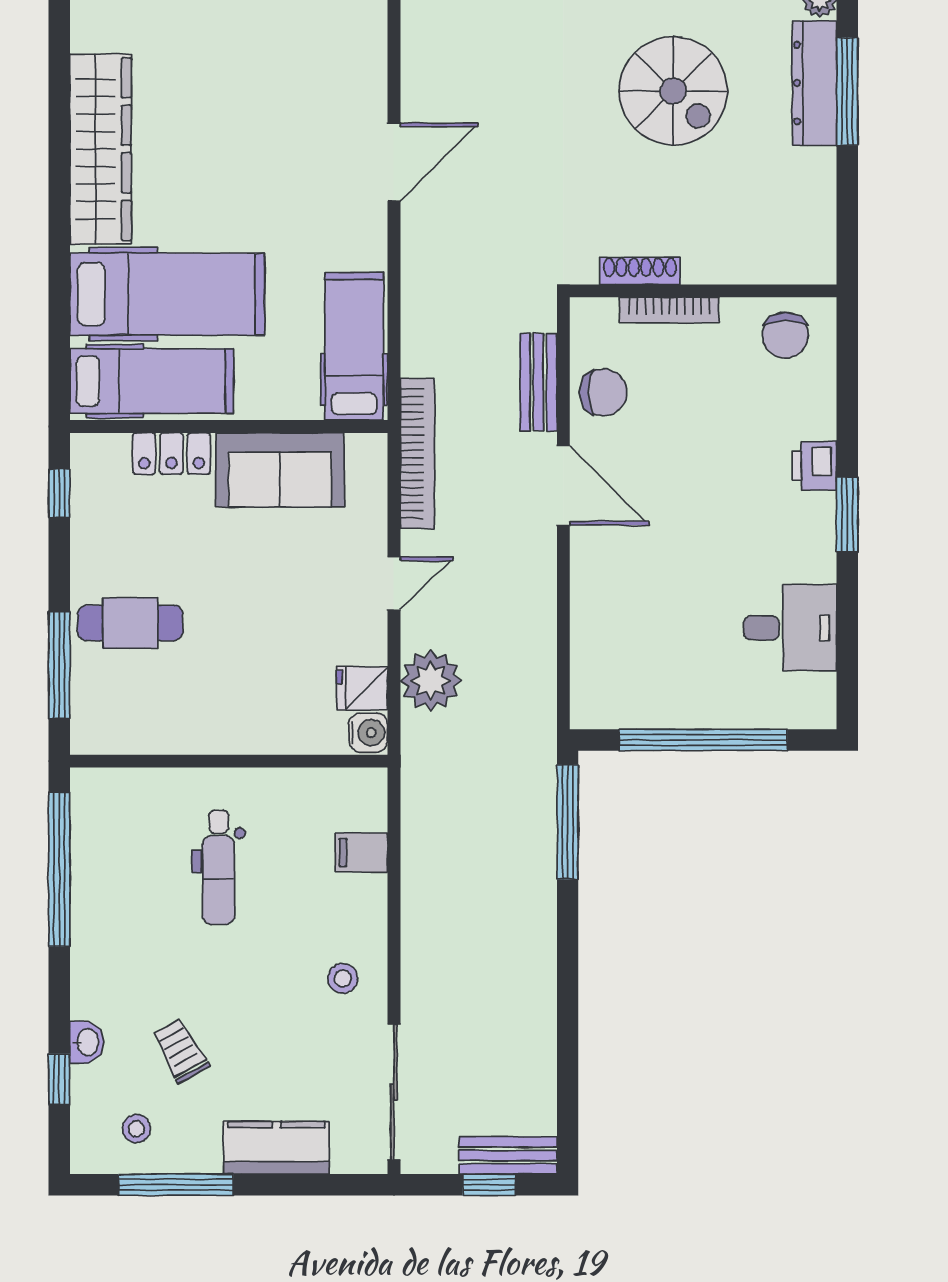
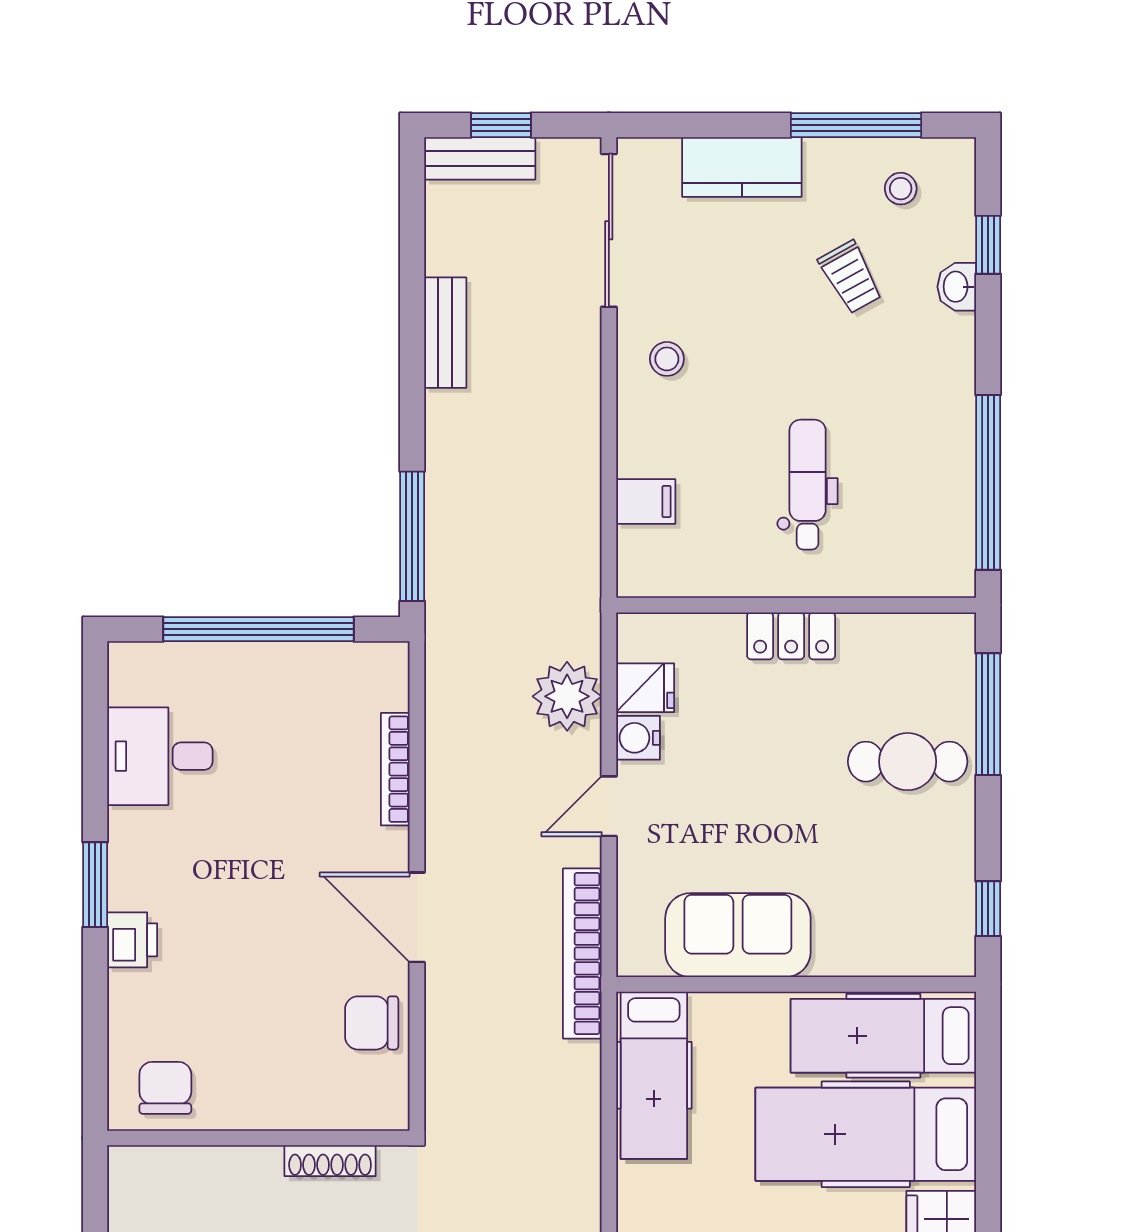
bookcase: (669, 310) -> (395, 769), moved, turned -90
bench: (538, 382) -> (445, 333), moved
locker: (171, 454) -> (791, 636), moved, turned 180
water cooler: (368, 733) -> (638, 738), moved

